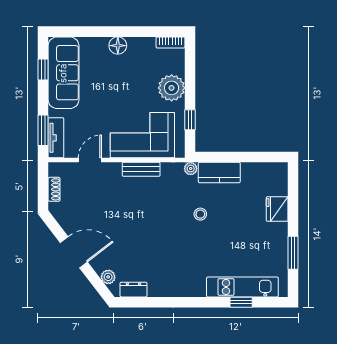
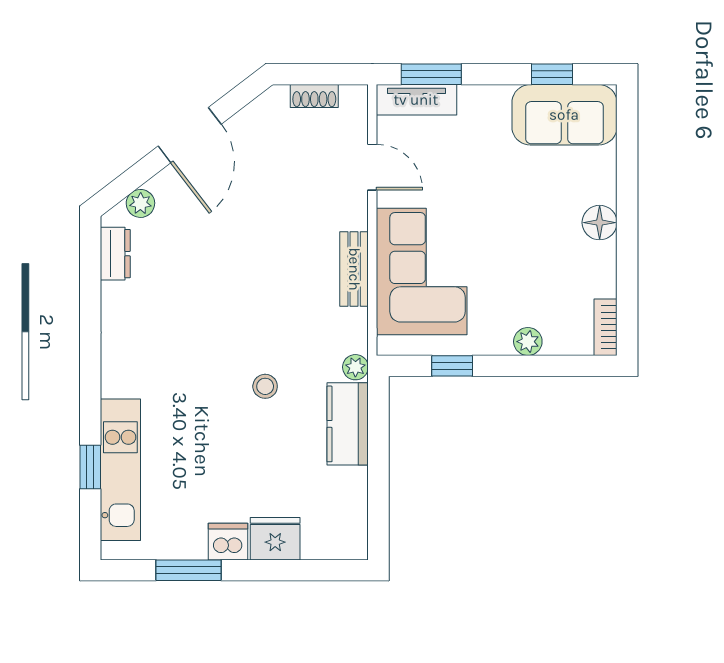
sofa: (63, 73) -> (564, 115), width x0.73
plant: (172, 88) -> (528, 342), width x0.53, depth x0.53
dishwasher: (279, 233) -> (228, 542), added

